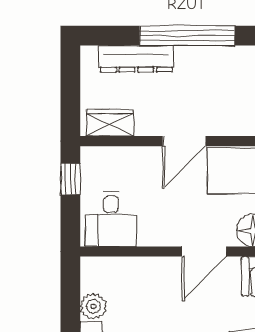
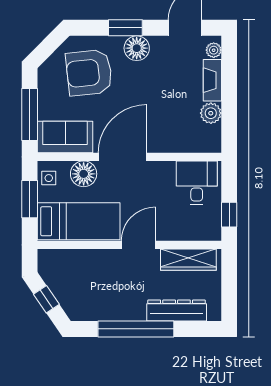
wardrobe: (110, 123) -> (188, 260), width x1.50
door: (204, 252) -> (123, 157), width x1.36

